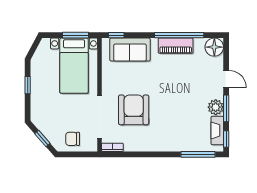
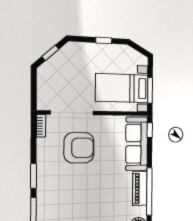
sofa: (130, 50) -> (137, 144), width x1.36
chair: (73, 139) -> (50, 84), removed
window: (160, 154) -> (33, 176), added

